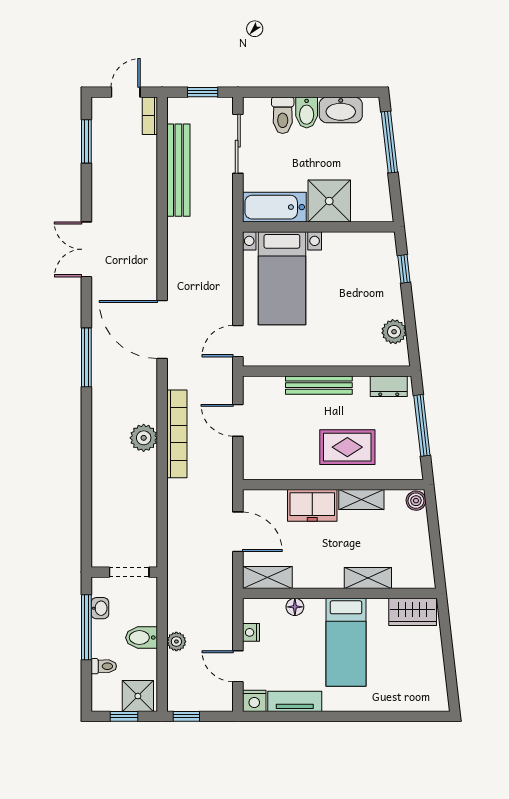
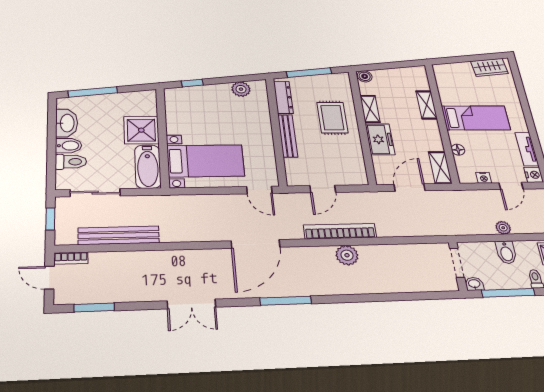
dresser: (389, 386) -> (283, 97), width x1.44
washbasin: (100, 608) -> (474, 284), moved
wardrobe: (413, 612) -> (489, 67), moved, turned 83

